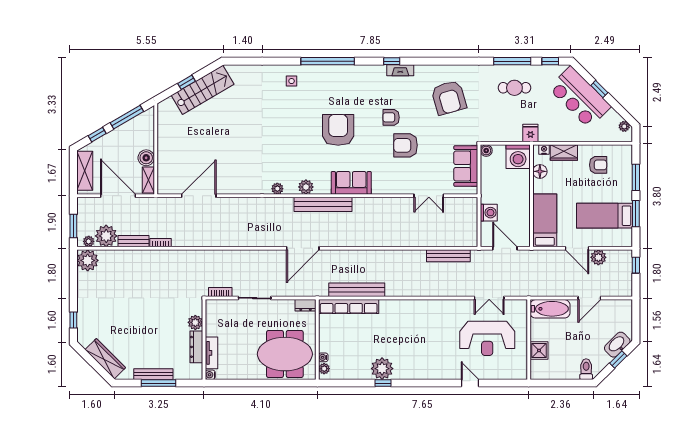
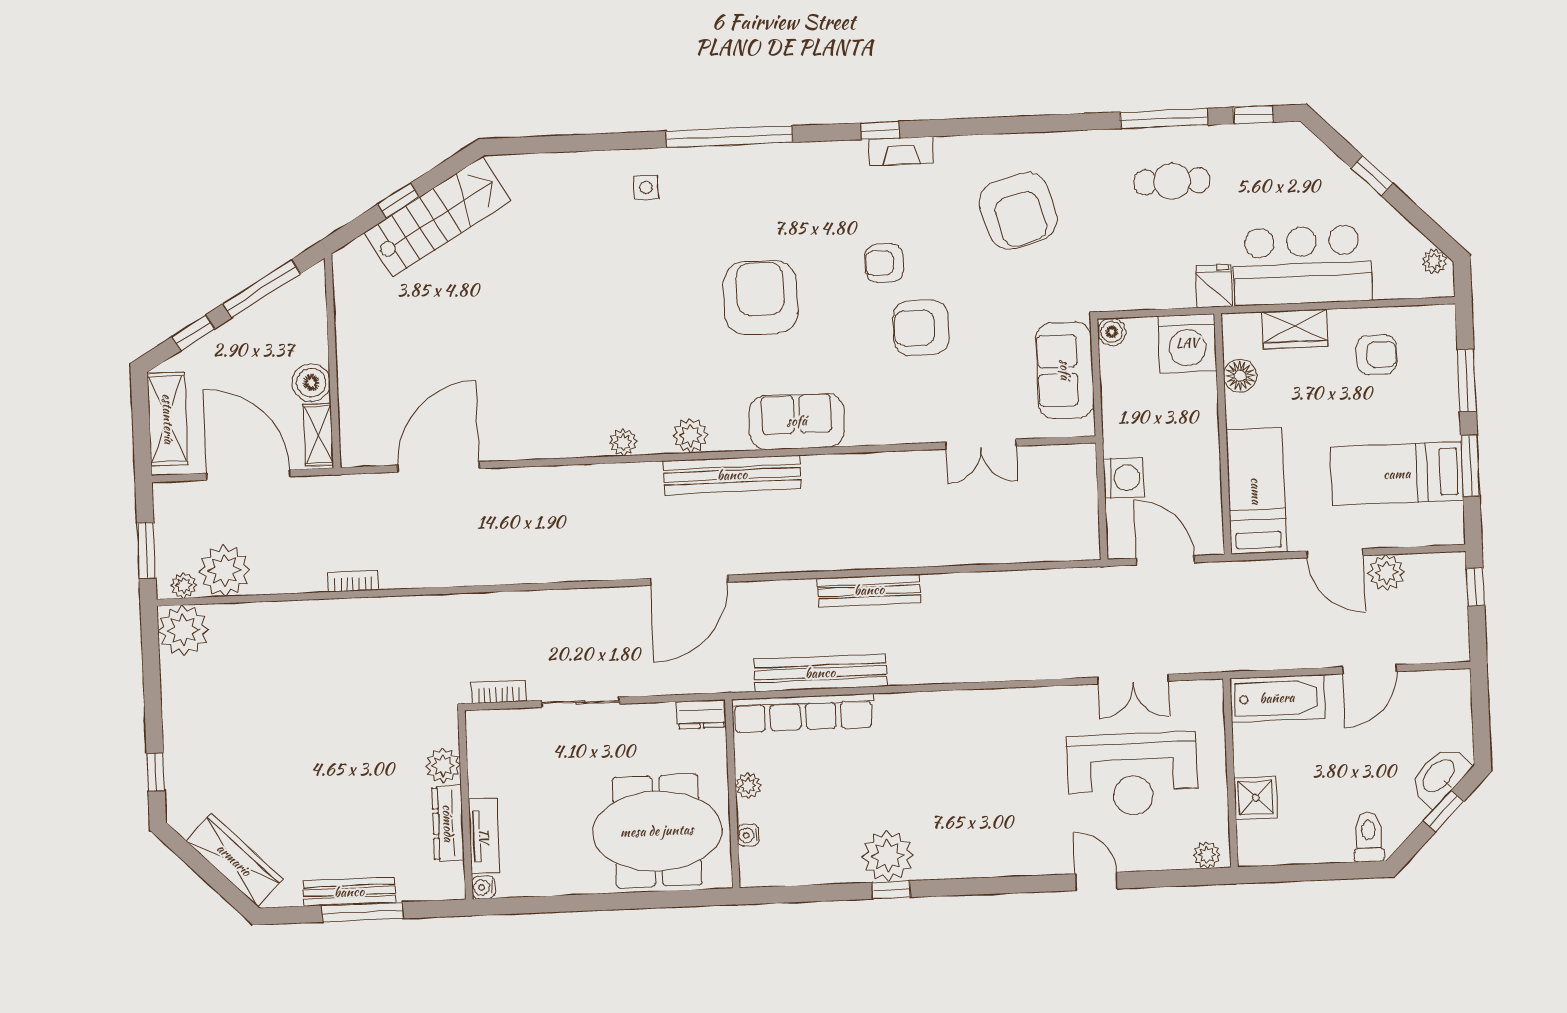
bar counter: (580, 97) -> (1302, 265), moved, turned 135
nightstand: (544, 150) -> (1248, 324), removed
bench: (134, 241) -> (289, 580), removed
bench: (448, 256) -> (869, 590), moved
plant: (324, 369) -> (748, 786), moved
plant: (517, 374) -> (1207, 855), added

